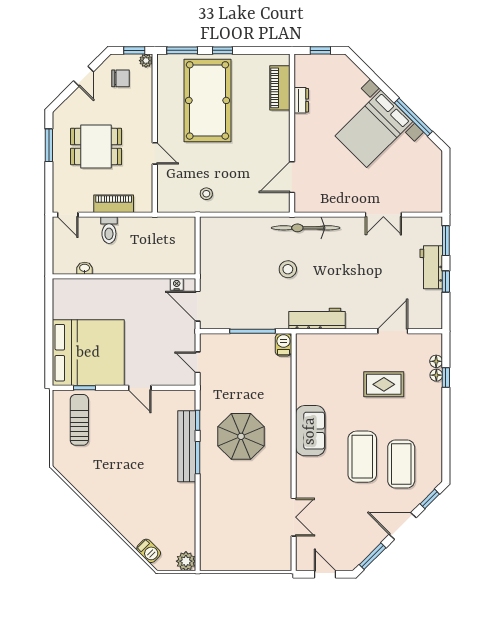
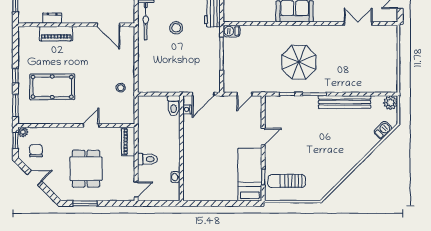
piano: (280, 88) -> (56, 34), moved
pool table: (208, 100) -> (52, 87), width x0.73, depth x0.76
piano: (114, 204) -> (128, 142), moved
toilet: (182, 266) -> (174, 106), added
bed: (88, 353) -> (250, 174), width x0.49
bench: (187, 446) -> (345, 102), moved

